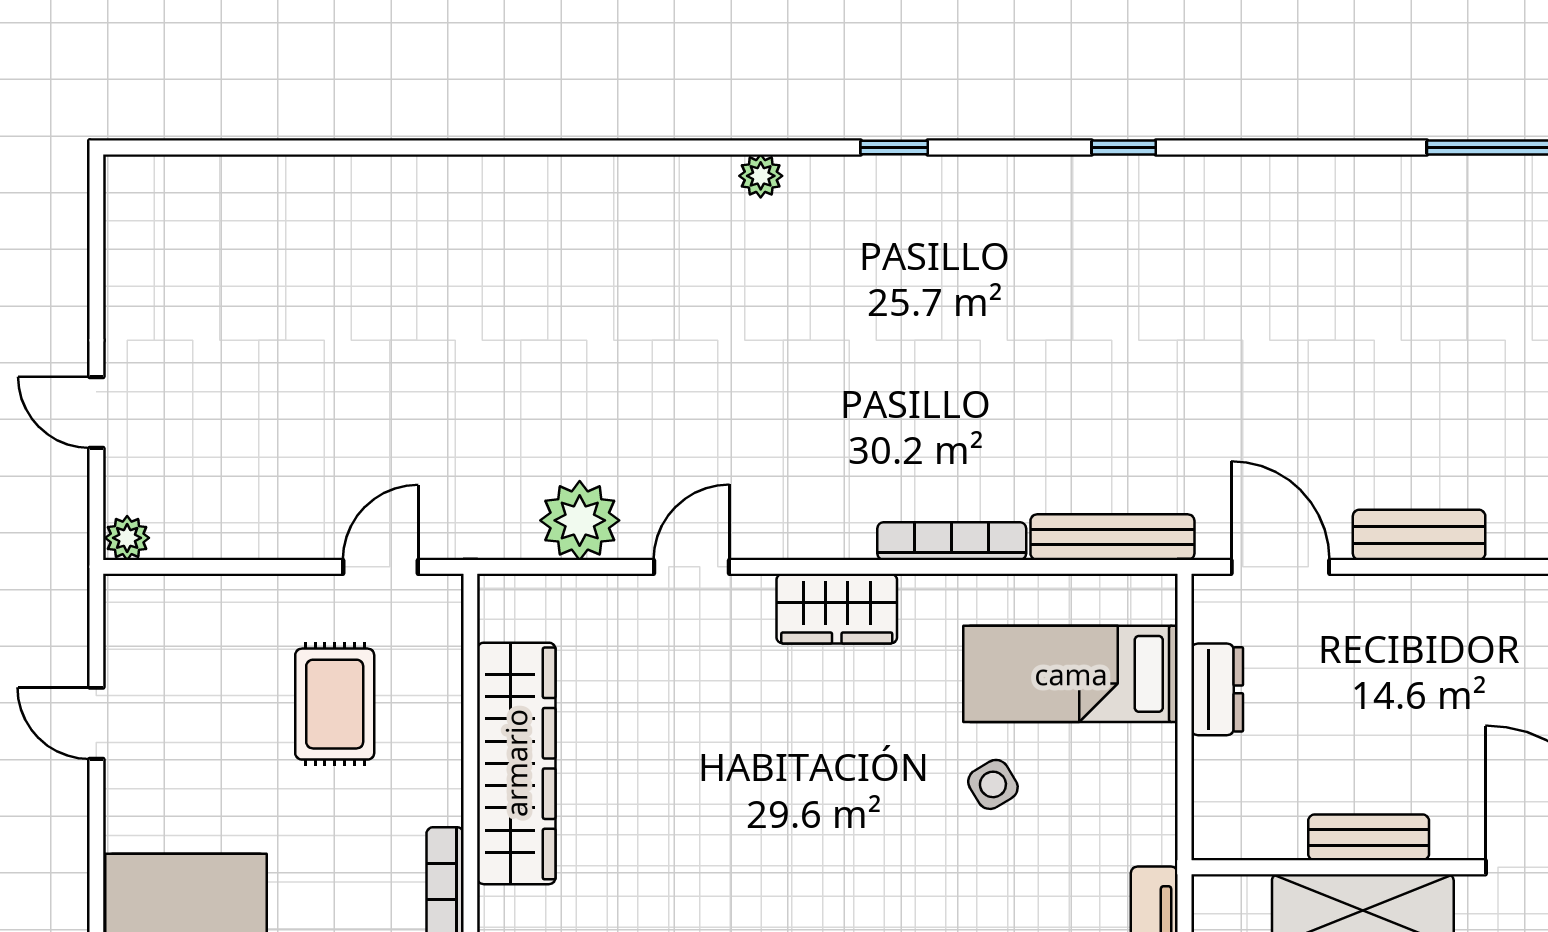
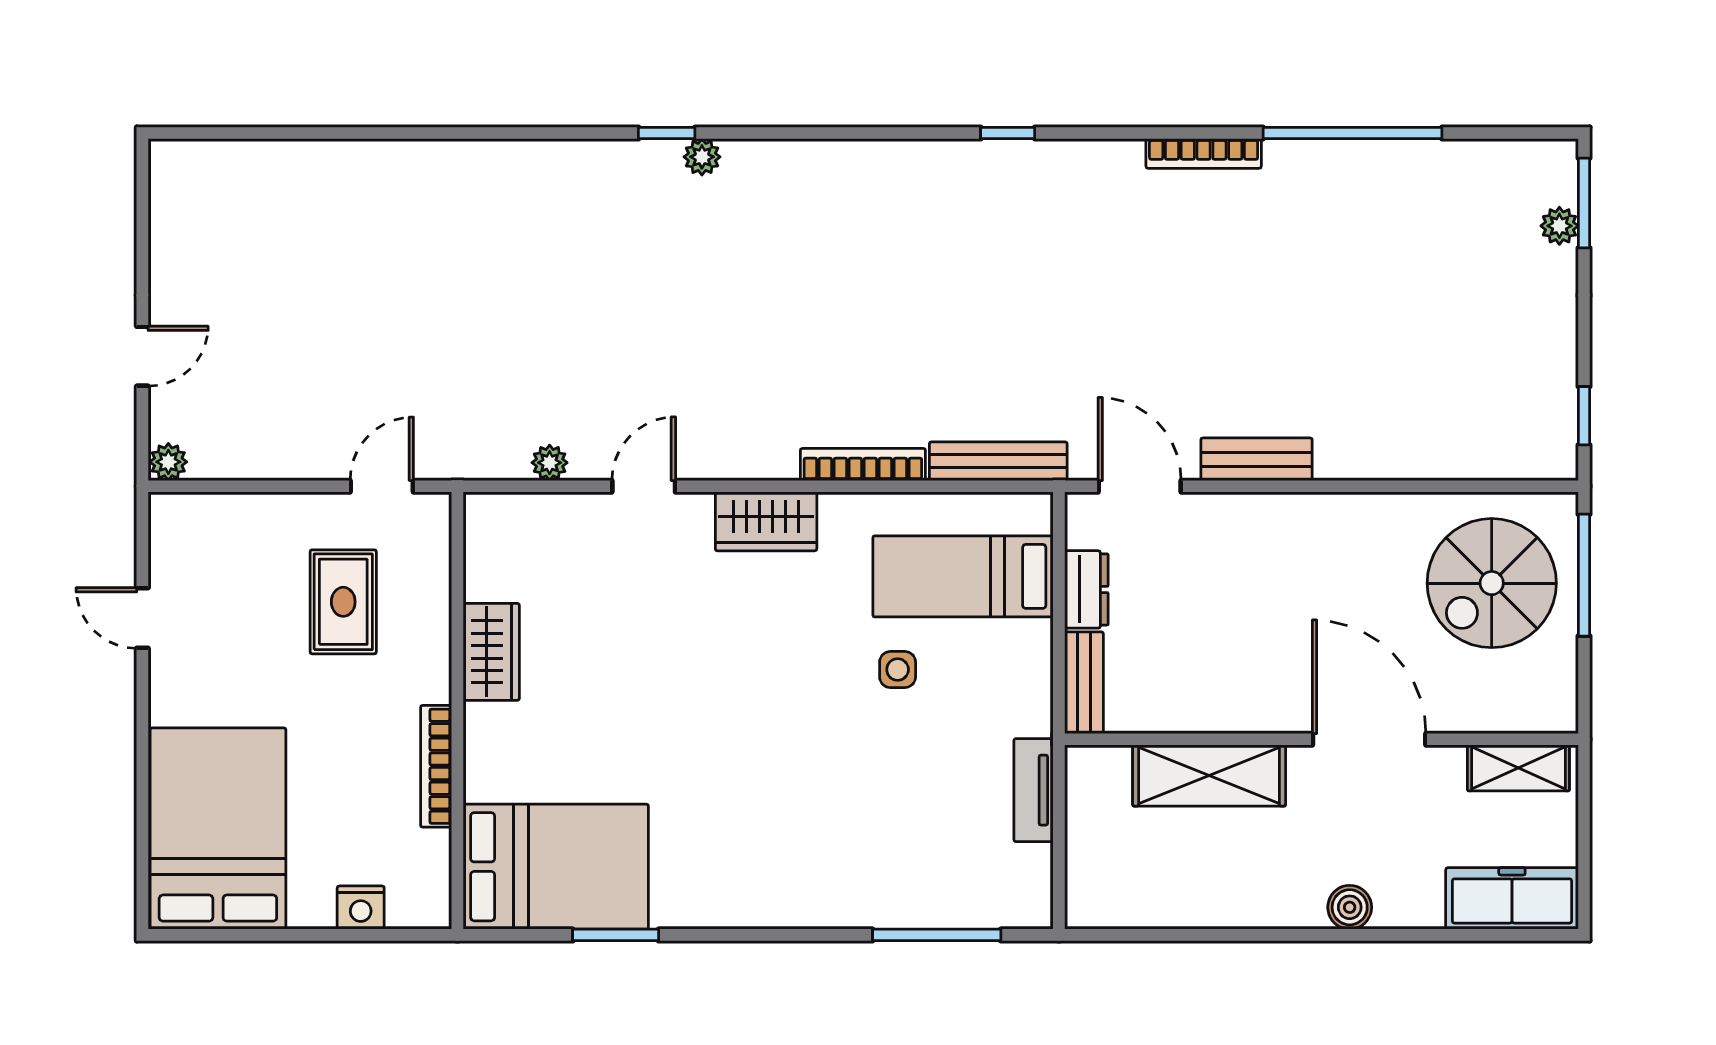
window: (894, 147) -> (667, 133), moved
bookcase: (1356, 172) -> (1204, 153), added
door: (96, 412) -> (142, 356), swing flipped
plant: (580, 520) -> (550, 463), width x0.53, depth x0.53
wardrobe: (516, 763) -> (491, 652), width x0.48, depth x0.85
side table: (993, 784) -> (898, 670), turned 31
bench: (1369, 837) -> (1084, 683), moved, turned 90

